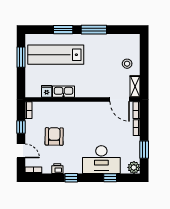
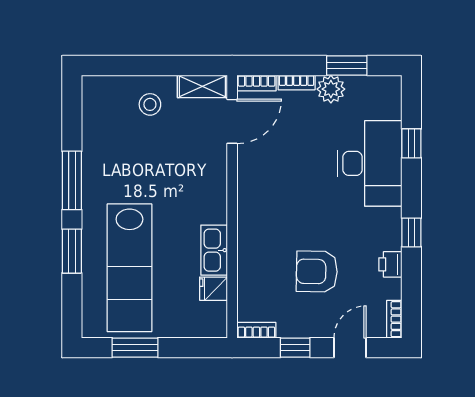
plant: (134, 167) -> (331, 89), moved

